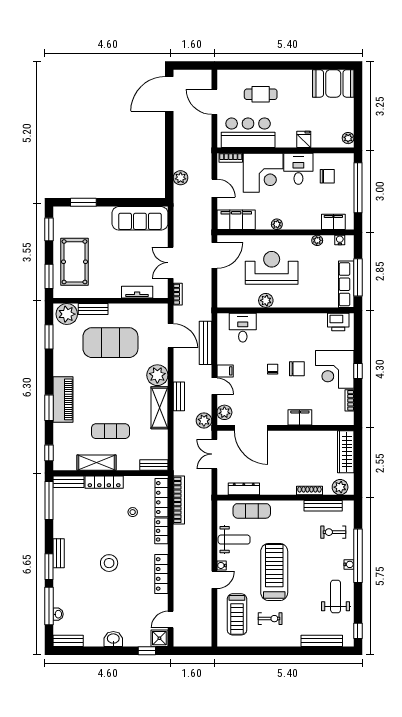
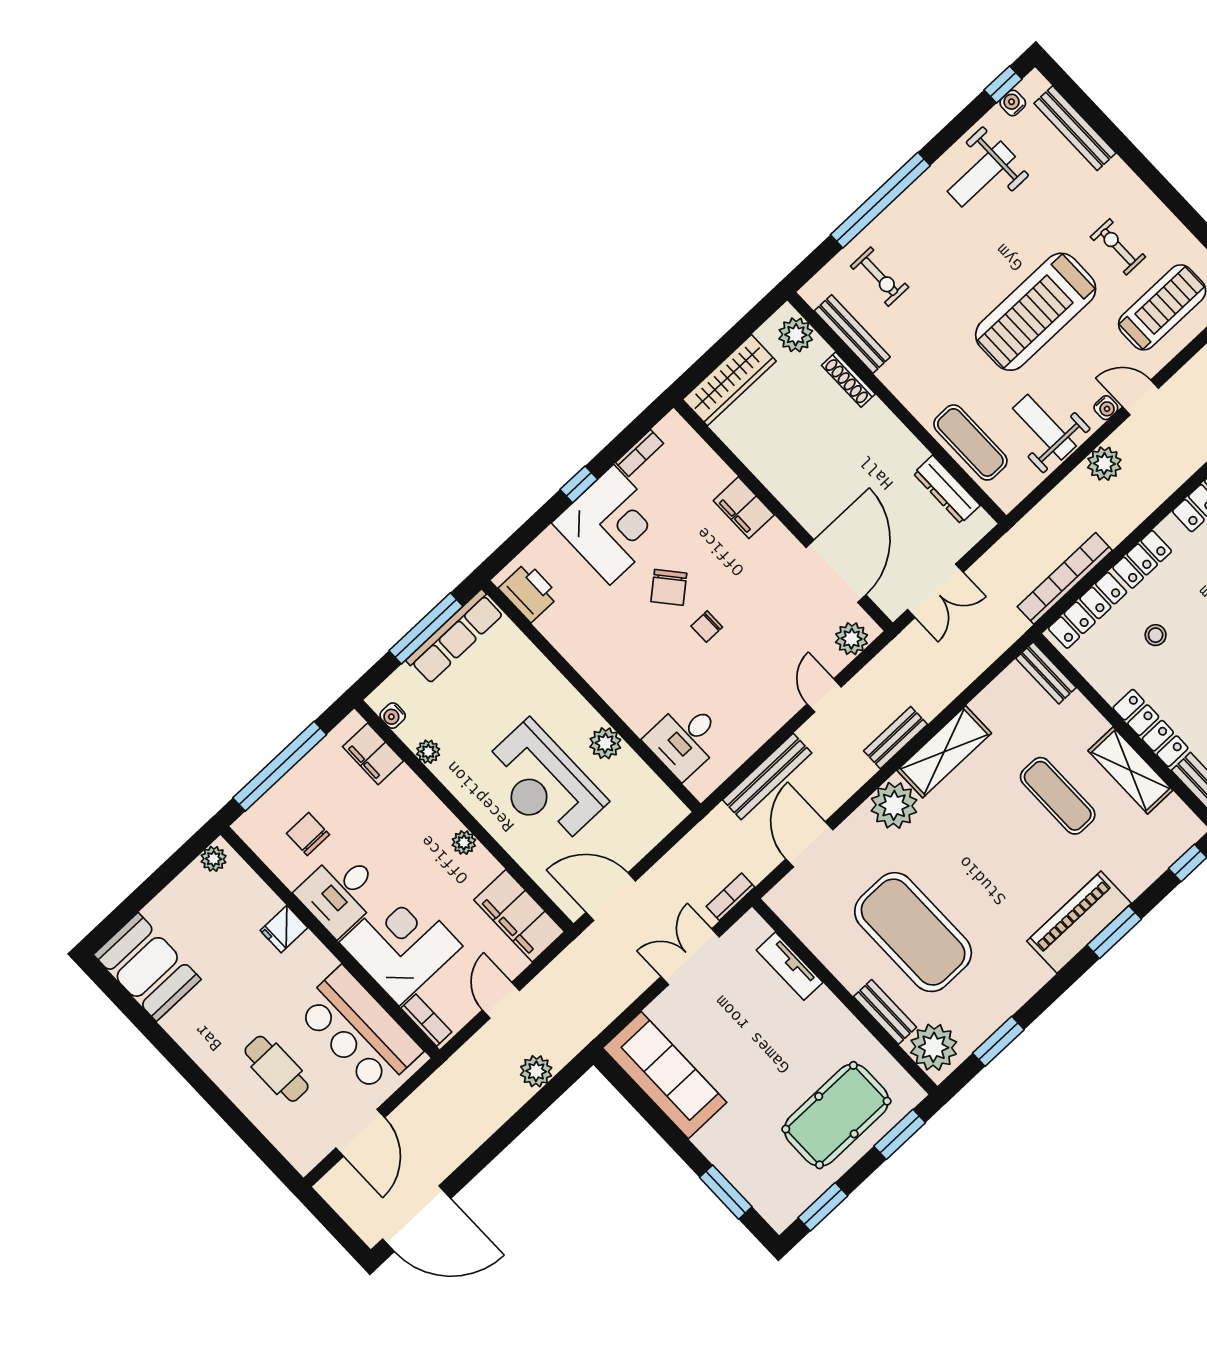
double door: (171, 263) -> (690, 957), swing flipped
chair: (297, 369) -> (669, 587), turned -130
filing cabinet: (225, 371) -> (783, 701), removed
plant: (204, 421) -> (1104, 464), moved
water cooler: (349, 564) -> (1013, 103), moved

